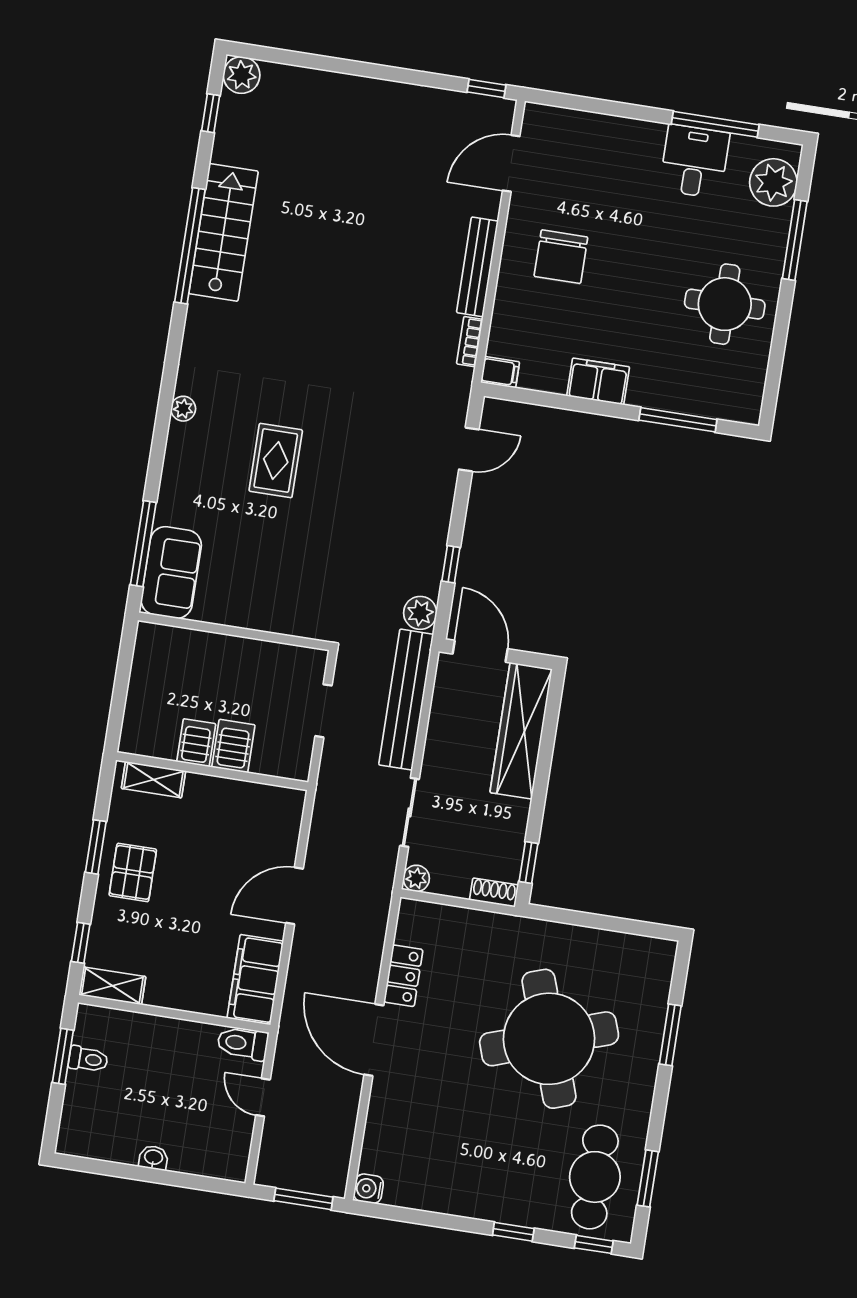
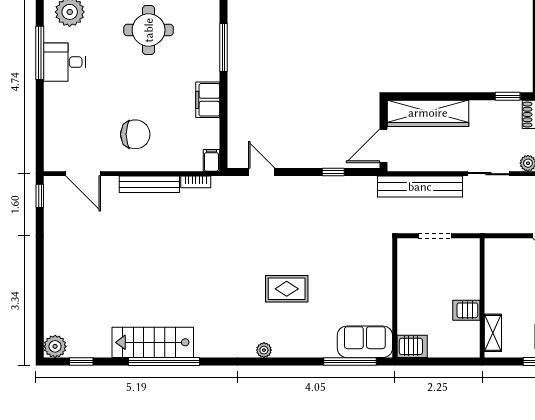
plant: (420, 613) -> (366, 186), removed
server rack: (233, 746) -> (412, 346), moved, turned 180

